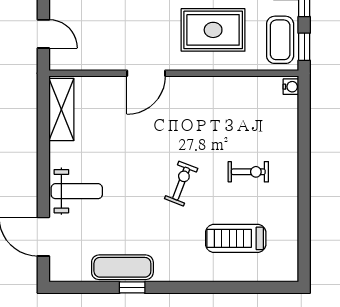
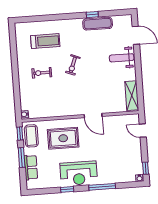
door: (146, 73) -> (93, 116), swing flipped

